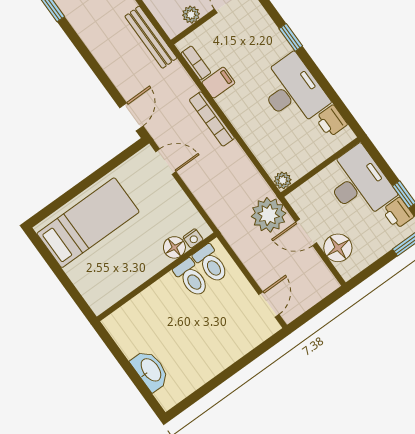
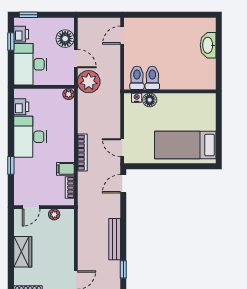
bench: (151, 37) -> (115, 239), moved

